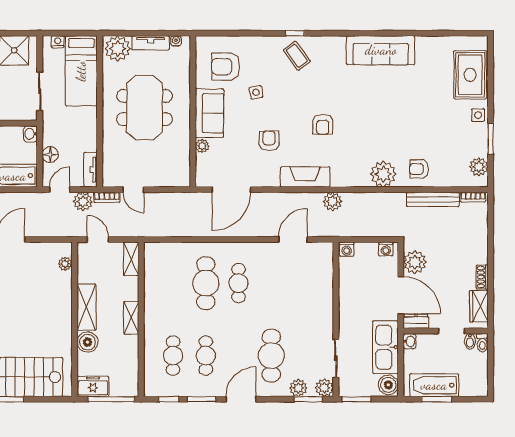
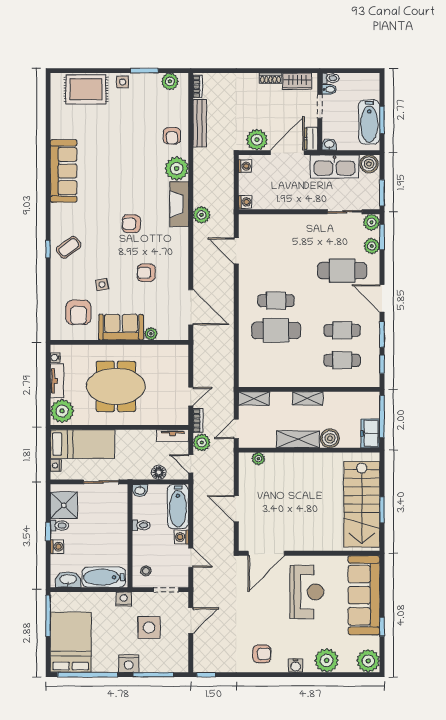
armchair: (323, 124) -> (131, 224), turned 180
fireplace: (305, 177) -> (179, 204), moved

